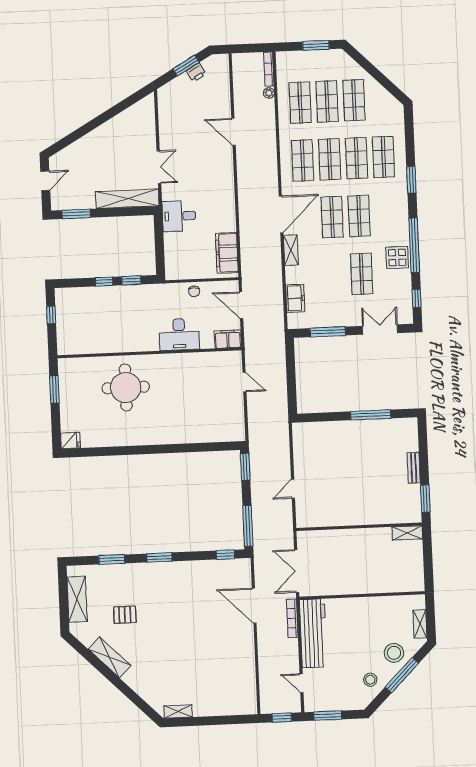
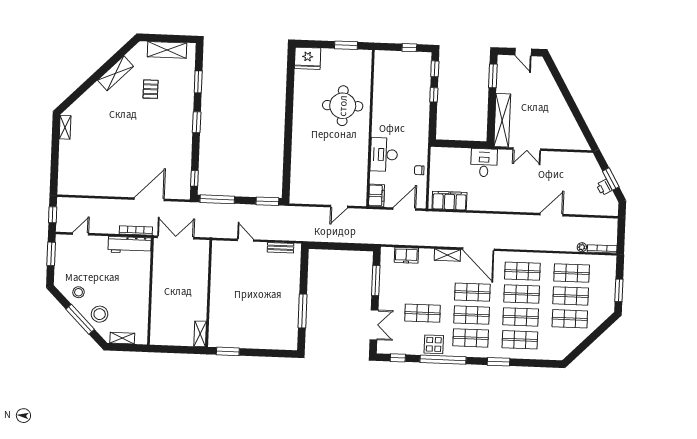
shop shelf: (386, 215) -> (471, 338), added
window: (131, 280) -> (435, 69), moved
fridge: (71, 441) -> (308, 58), width x1.88, depth x1.34
bench: (414, 468) -> (280, 248), moved
workbench: (313, 633) -> (130, 245), width x0.73, depth x0.76

